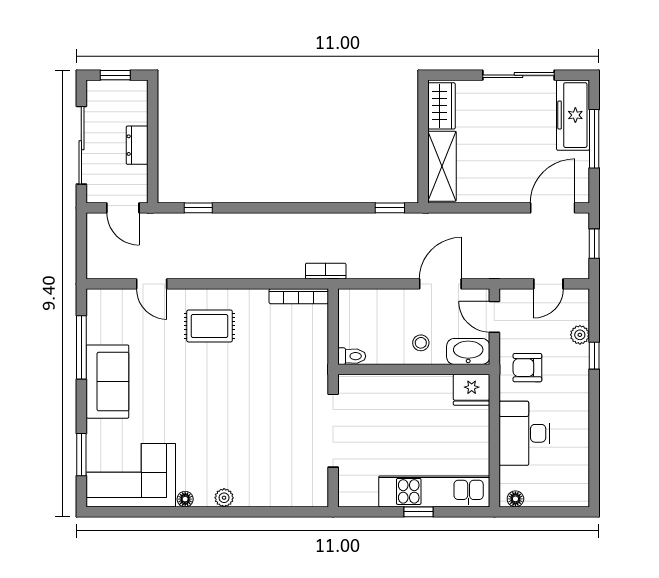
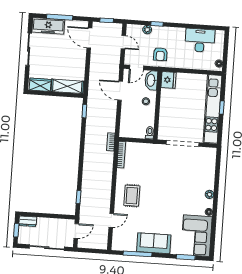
dresser: (137, 145) -> (28, 221), moved
desk: (524, 433) -> (200, 40), moved, turned 180
kitchen unit: (434, 491) -> (212, 109), width x1.36

